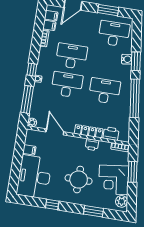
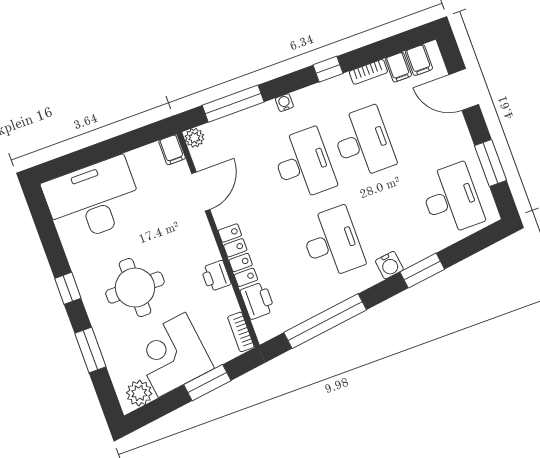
water cooler: (127, 59) -> (389, 265), moved
window: (32, 70) -> (328, 69), moved
window: (135, 98) -> (325, 321), moved
filing cabinet: (29, 150) -> (172, 150), moved
window: (52, 205) -> (68, 288), moved

